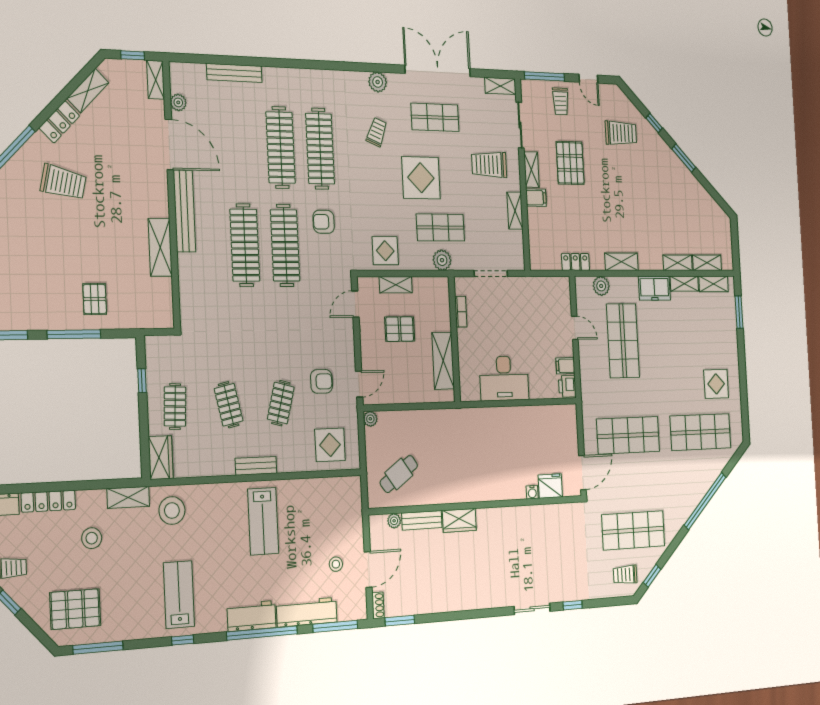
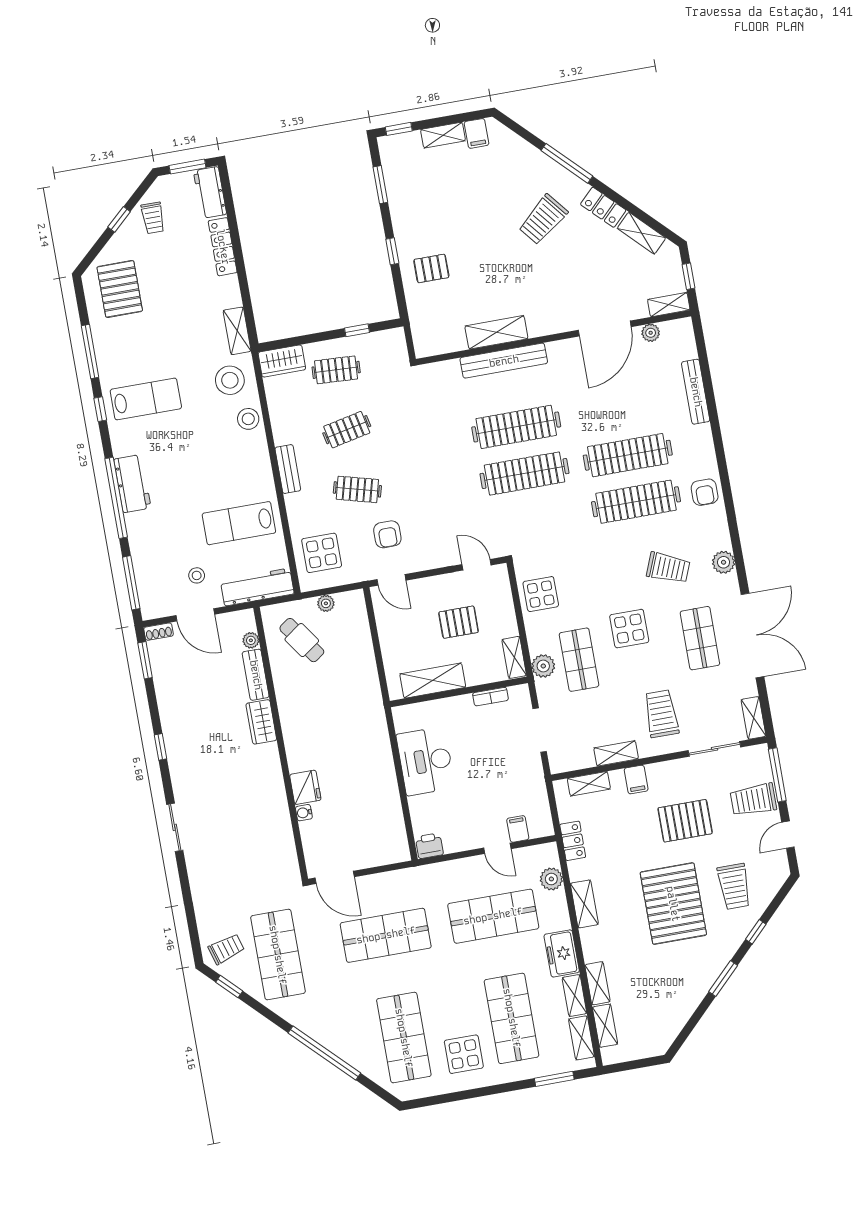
trolley: (561, 101) -> (753, 800), width x1.36, depth x1.39
trolley: (377, 132) -> (668, 568), width x1.36, depth x1.39
shelving: (531, 170) -> (589, 784), moved
display table: (421, 178) -> (629, 629), width x0.73, depth x0.73
trolley: (63, 182) -> (543, 219), turned 38
pallet: (628, 187) -> (673, 904), added
bench: (184, 211) -> (504, 361), moved
armchair: (324, 222) -> (705, 492), moved, turned 180
shelving: (396, 285) -> (514, 657), moved
door: (575, 328) -> (497, 848), hinge flipped
pallet: (400, 329) -> (459, 622), turned 90
window: (74, 334) -> (392, 251), width x0.46
shop shelf: (695, 339) -> (512, 1018), added
filing cabinet: (565, 366) -> (518, 829), moved
plant: (370, 419) -> (326, 603), moved
shop shelf: (628, 435) -> (386, 935), turned 90
fridge: (550, 486) -> (305, 787), moved
lab bench: (263, 521) -> (239, 523), moved
stool: (92, 538) -> (248, 419), moved
trolley: (625, 575) -> (226, 949), turned 73
window: (573, 605) -> (160, 747), moved
workbench: (307, 612) -> (257, 587), moved, turned -90
window: (98, 648) -> (90, 352), moved

